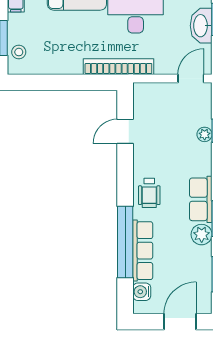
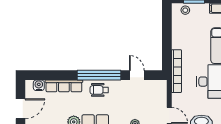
window: (125, 242) -> (99, 75), moved
door: (180, 322) -> (21, 109), hinge flipped

